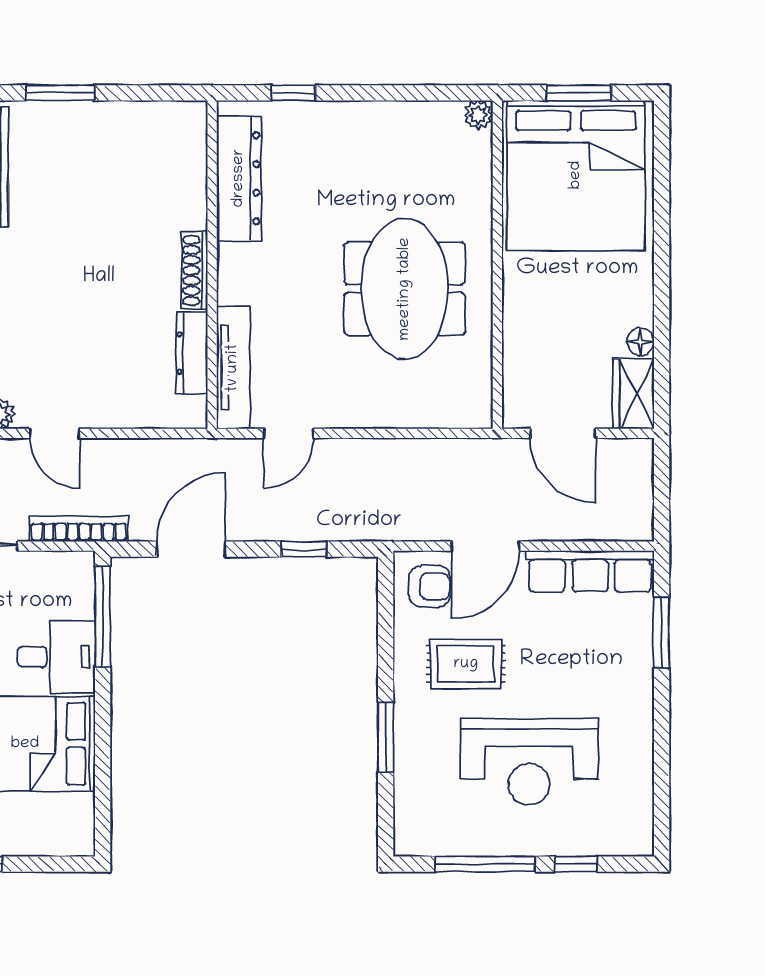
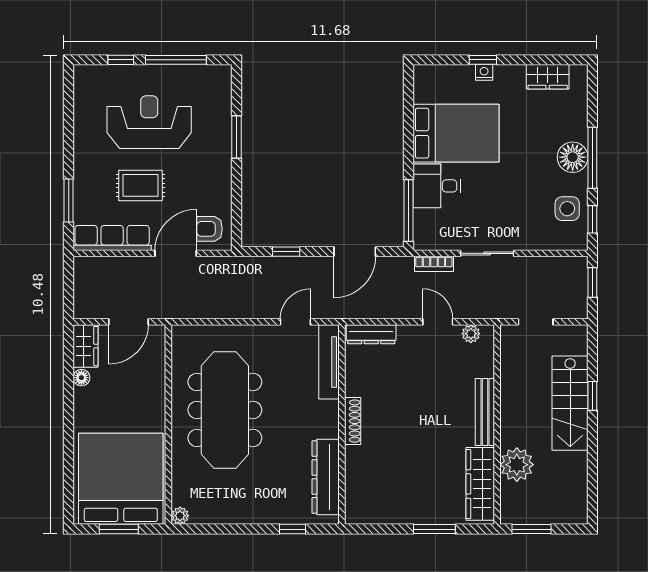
meeting table: (405, 289) -> (225, 410), width x1.36
dresser: (192, 353) -> (371, 334), moved, turned 90
door: (563, 433) -> (128, 322), swing flipped
bookcase: (79, 529) -> (434, 264), width x0.64
rug: (466, 664) -> (140, 185), moved

